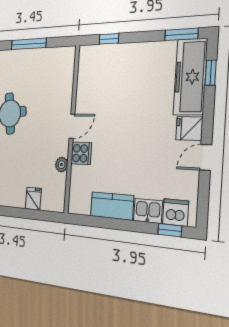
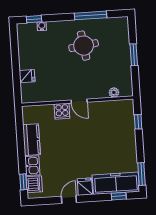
window: (29, 44) -> (134, 55), width x0.69
door: (206, 157) -> (69, 199), hinge flipped
plant: (62, 165) -> (114, 92), moved

